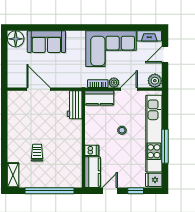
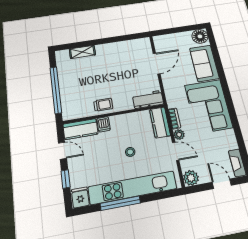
corner sofa: (111, 49) -> (208, 106), moved
trolley: (37, 153) -> (103, 105), moved
shelving: (13, 175) -> (82, 52), moved

